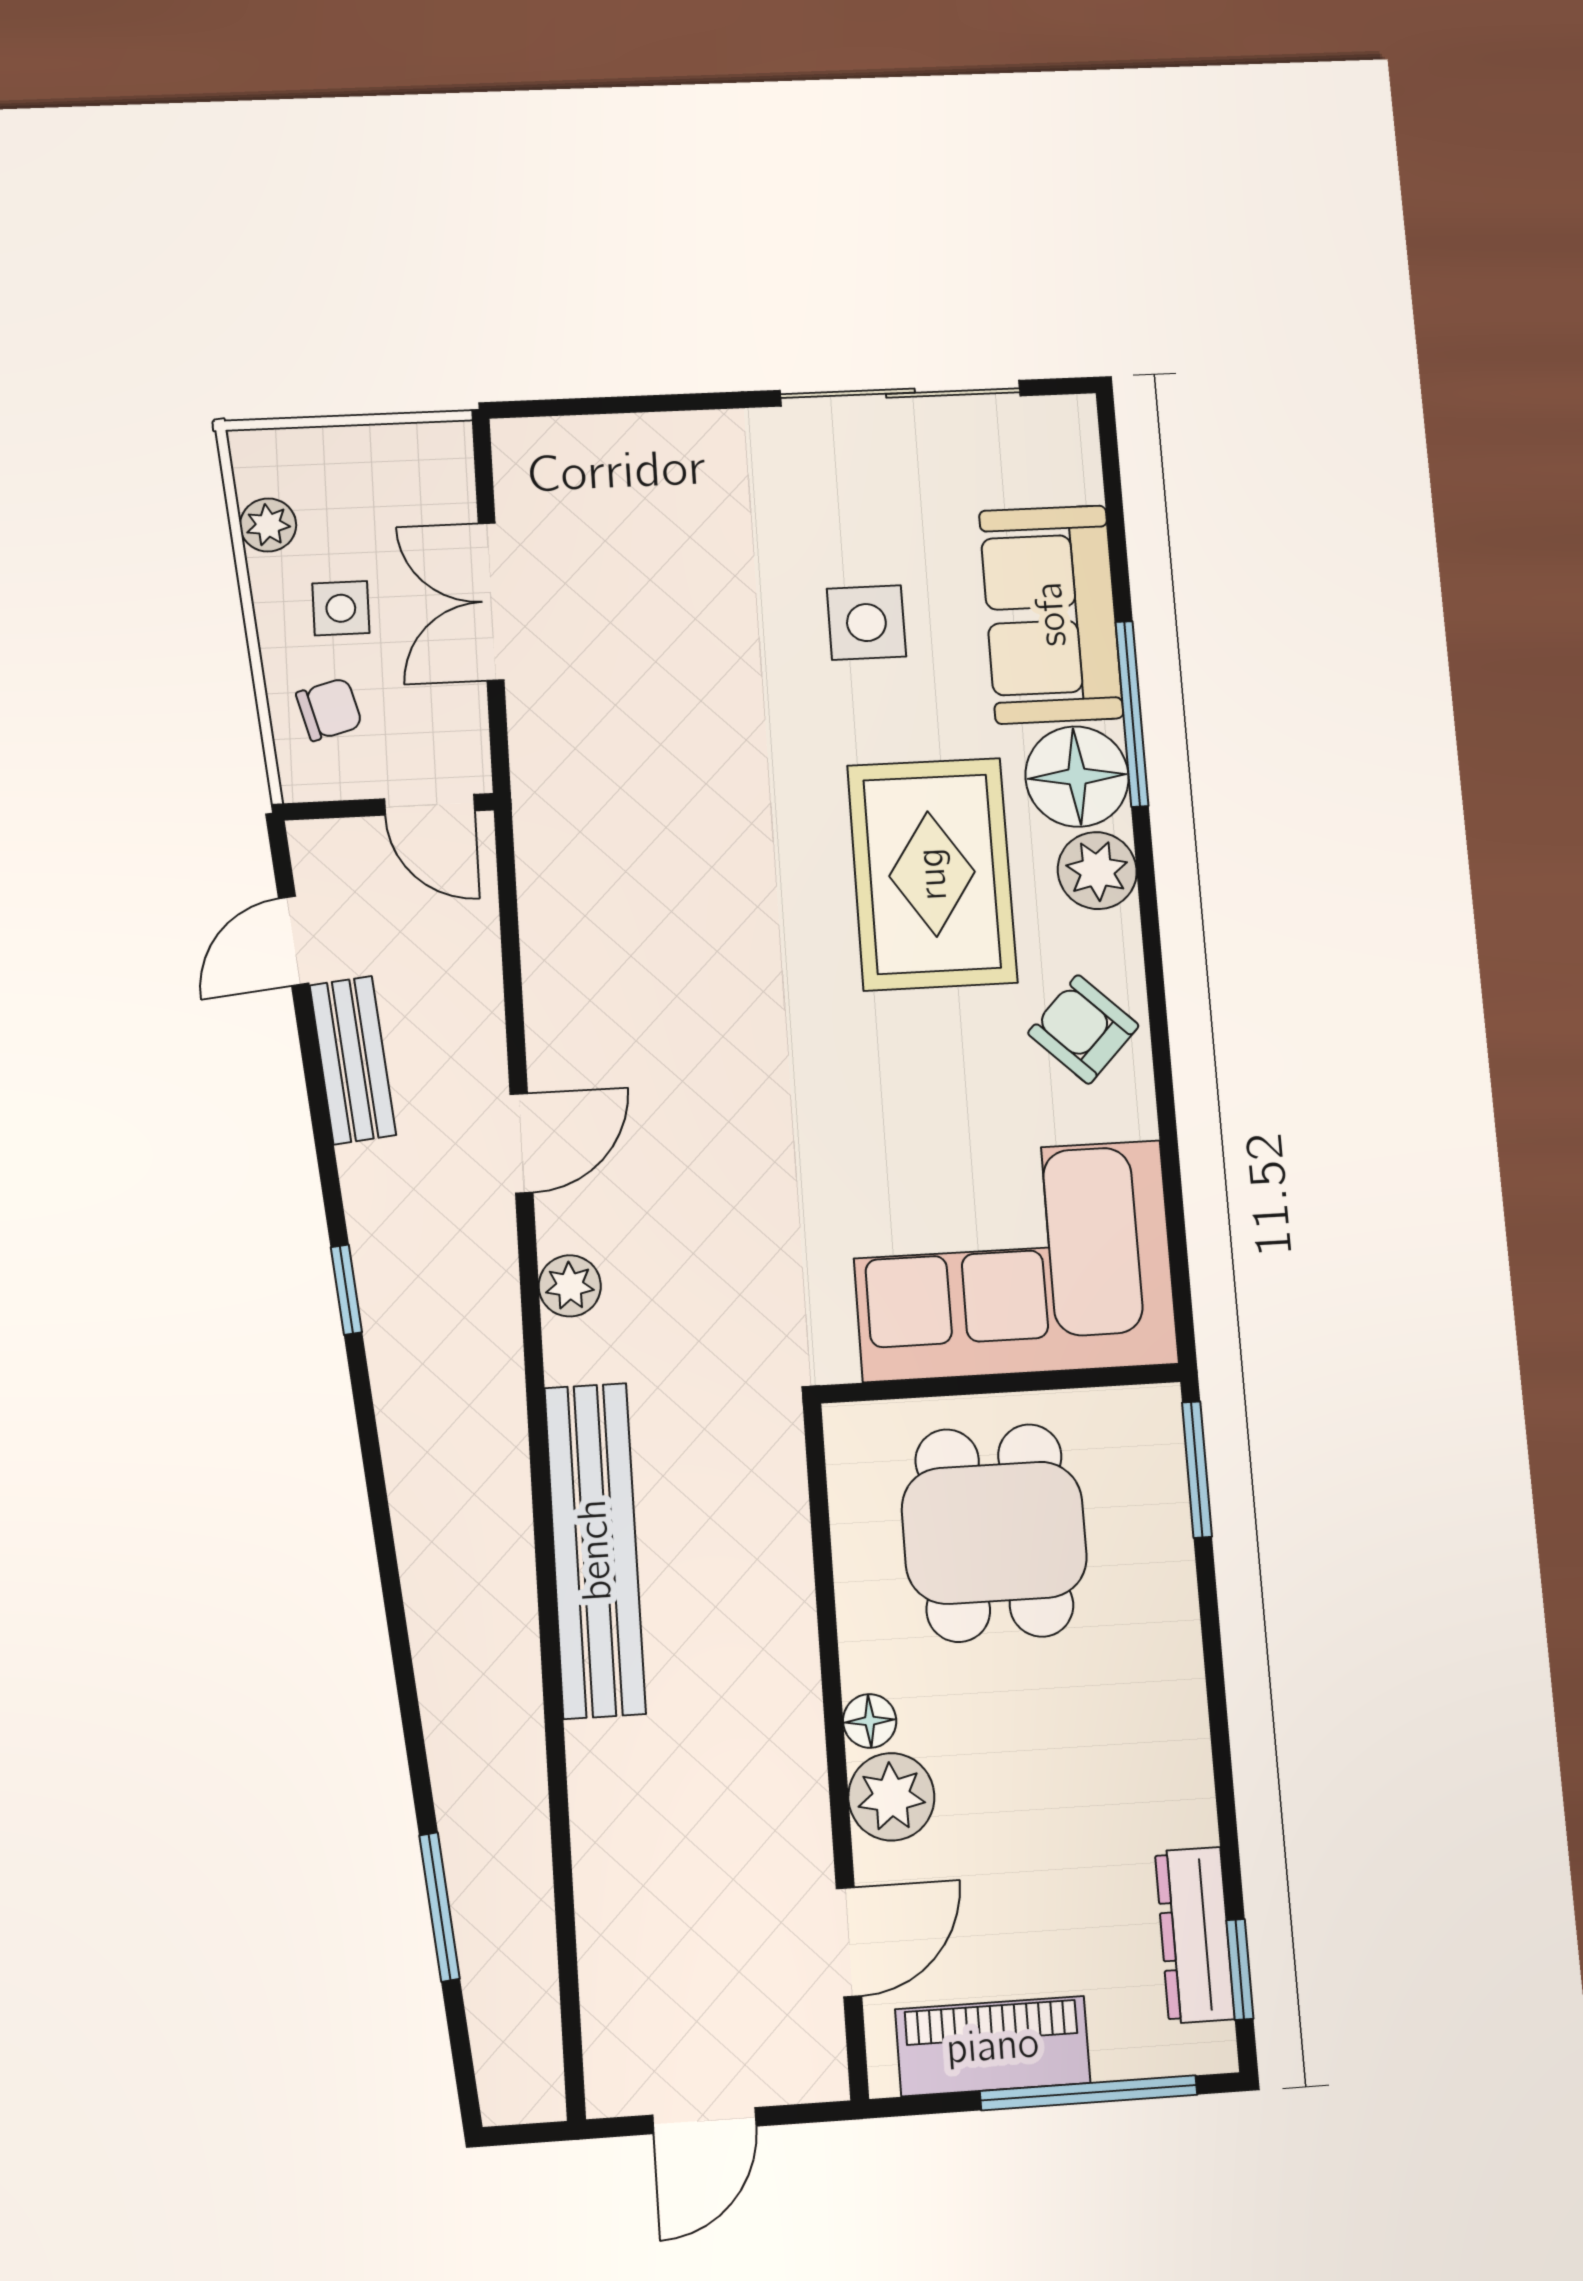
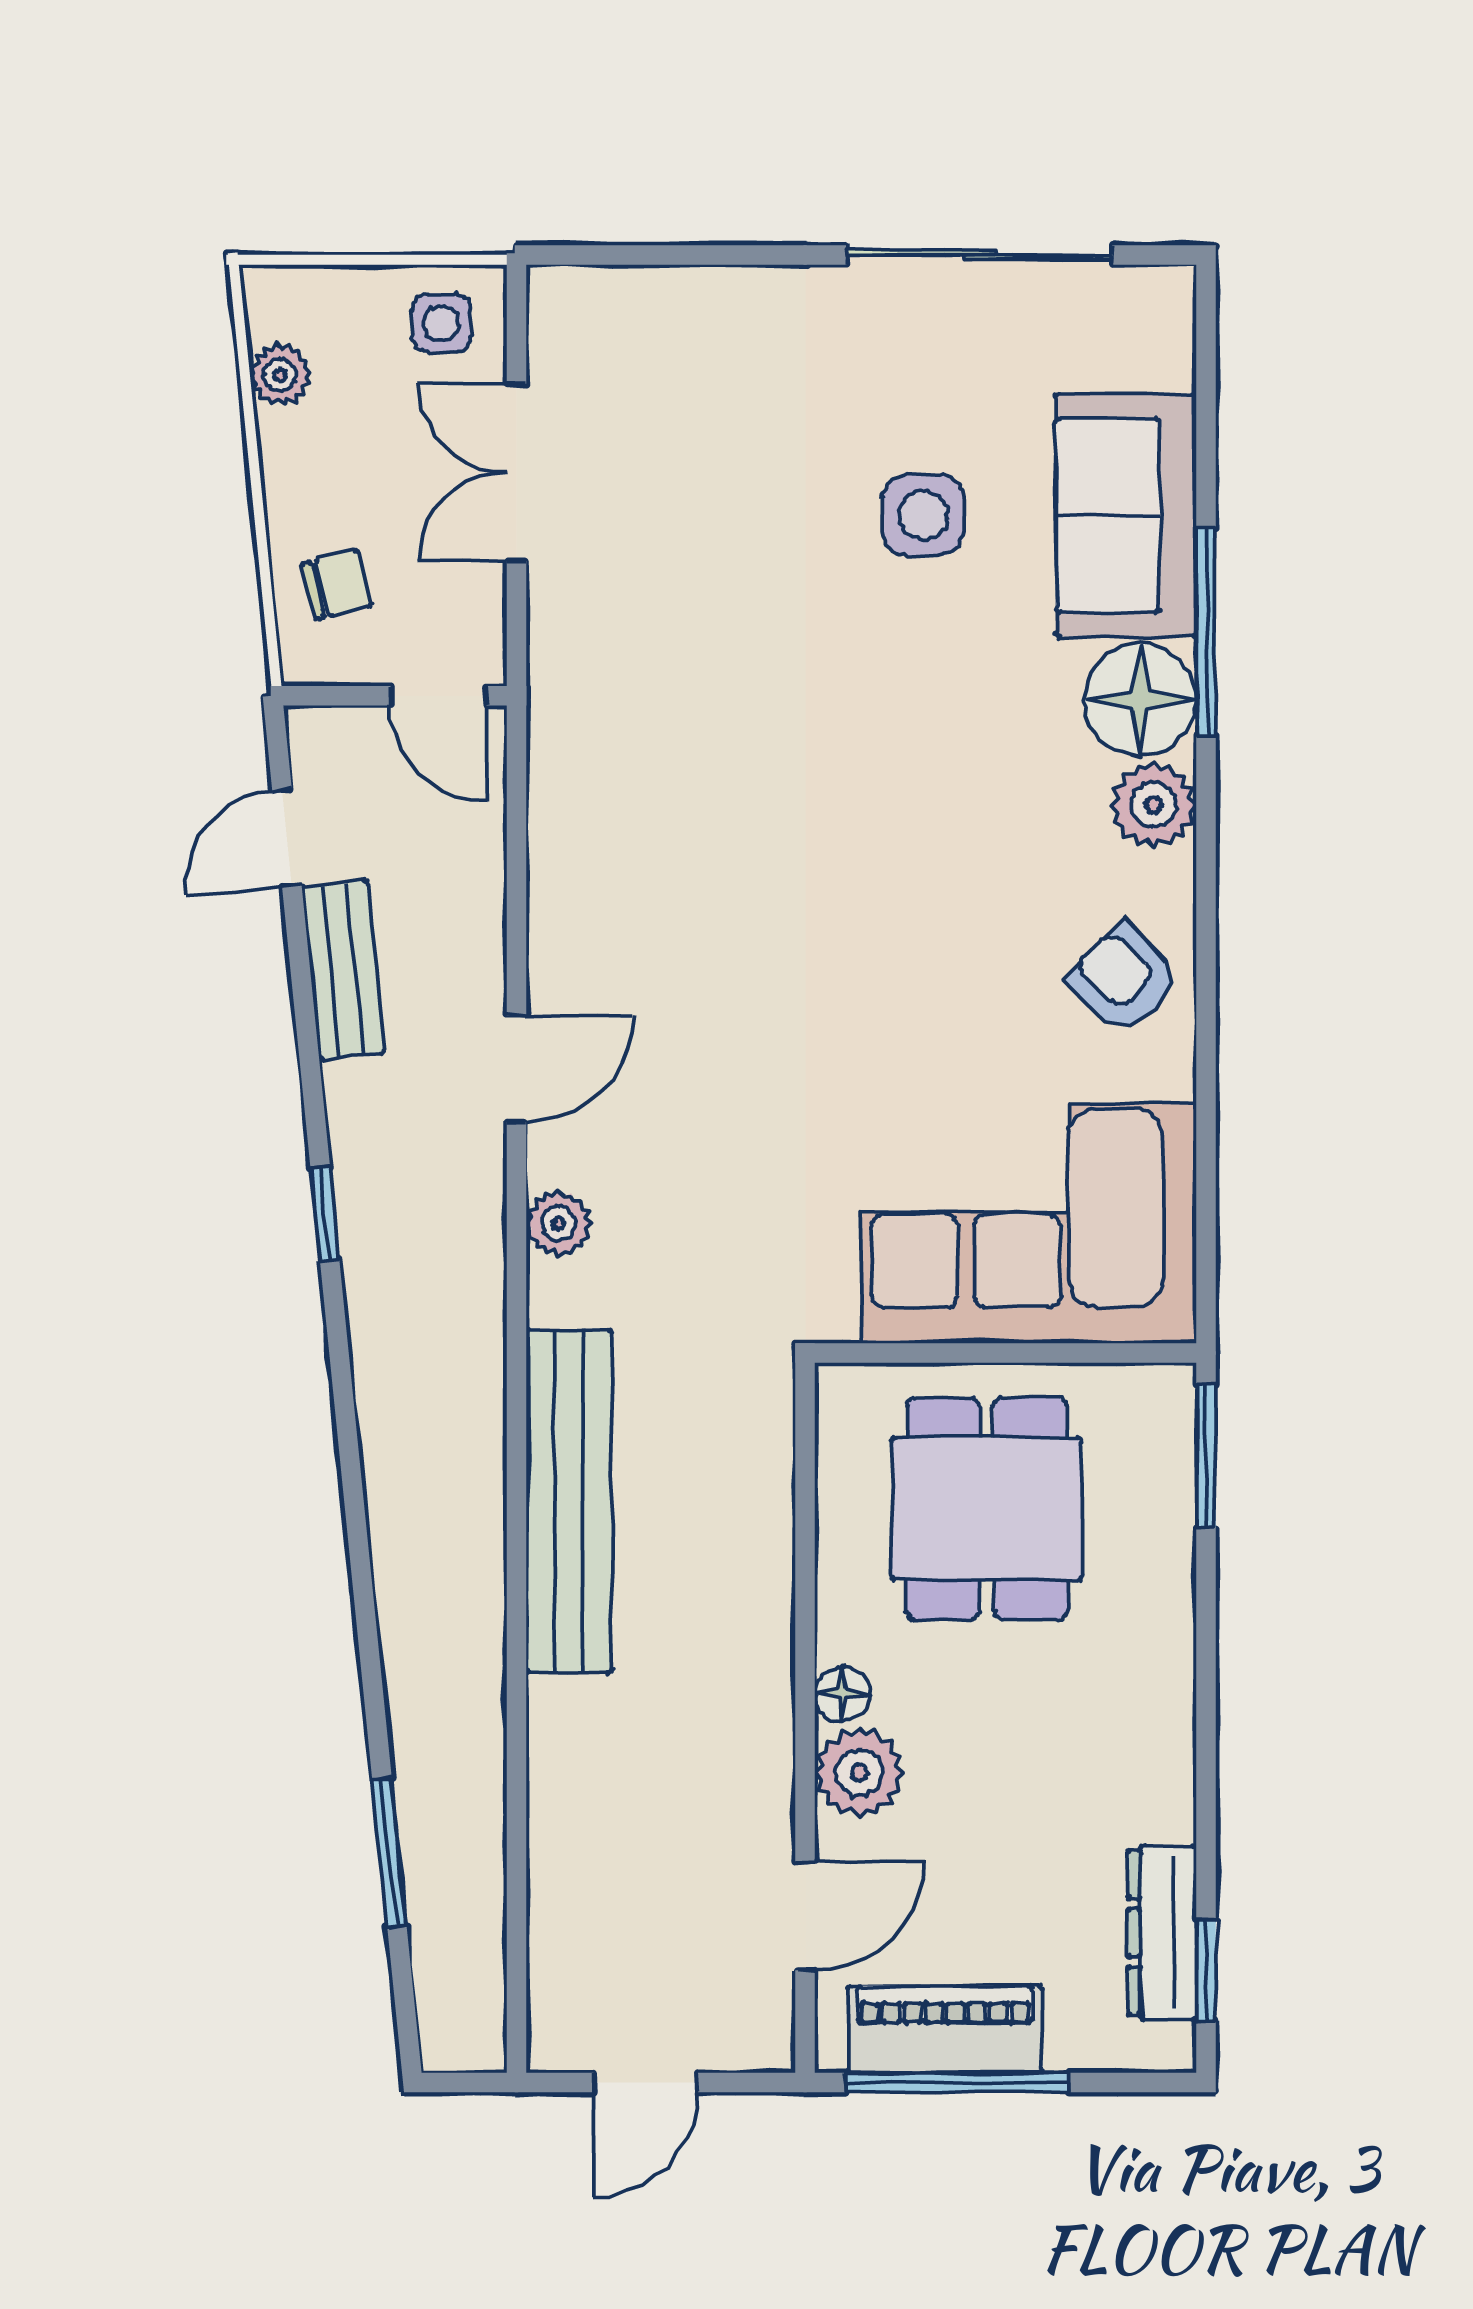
side table: (341, 608) -> (441, 323), moved
rug: (932, 874) -> (974, 799), removed
window: (1089, 2093) -> (958, 2082), moved

